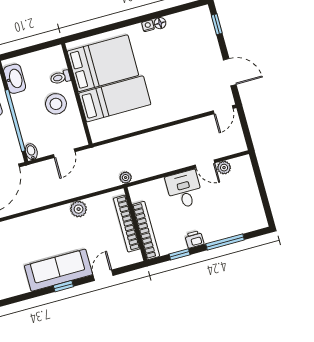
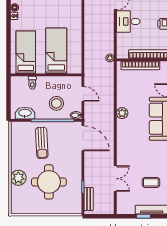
bed: (103, 63) -> (26, 52), width x0.67
stool: (56, 104) -> (56, 103), moved
plant: (79, 209) -> (122, 113), moved

